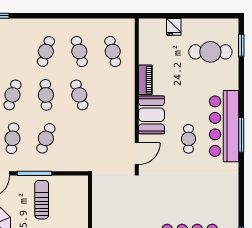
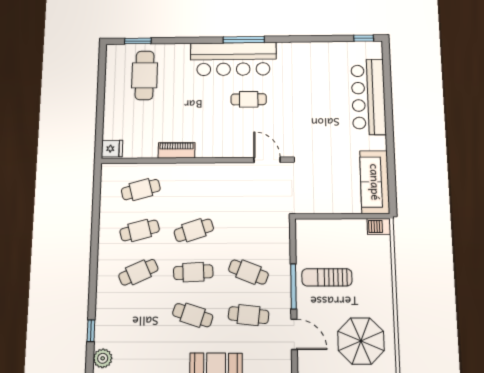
fridge: (174, 27) -> (112, 149), moved
cafe table: (46, 51) -> (138, 272), turned -42
booth: (151, 115) -> (219, 143), removed

